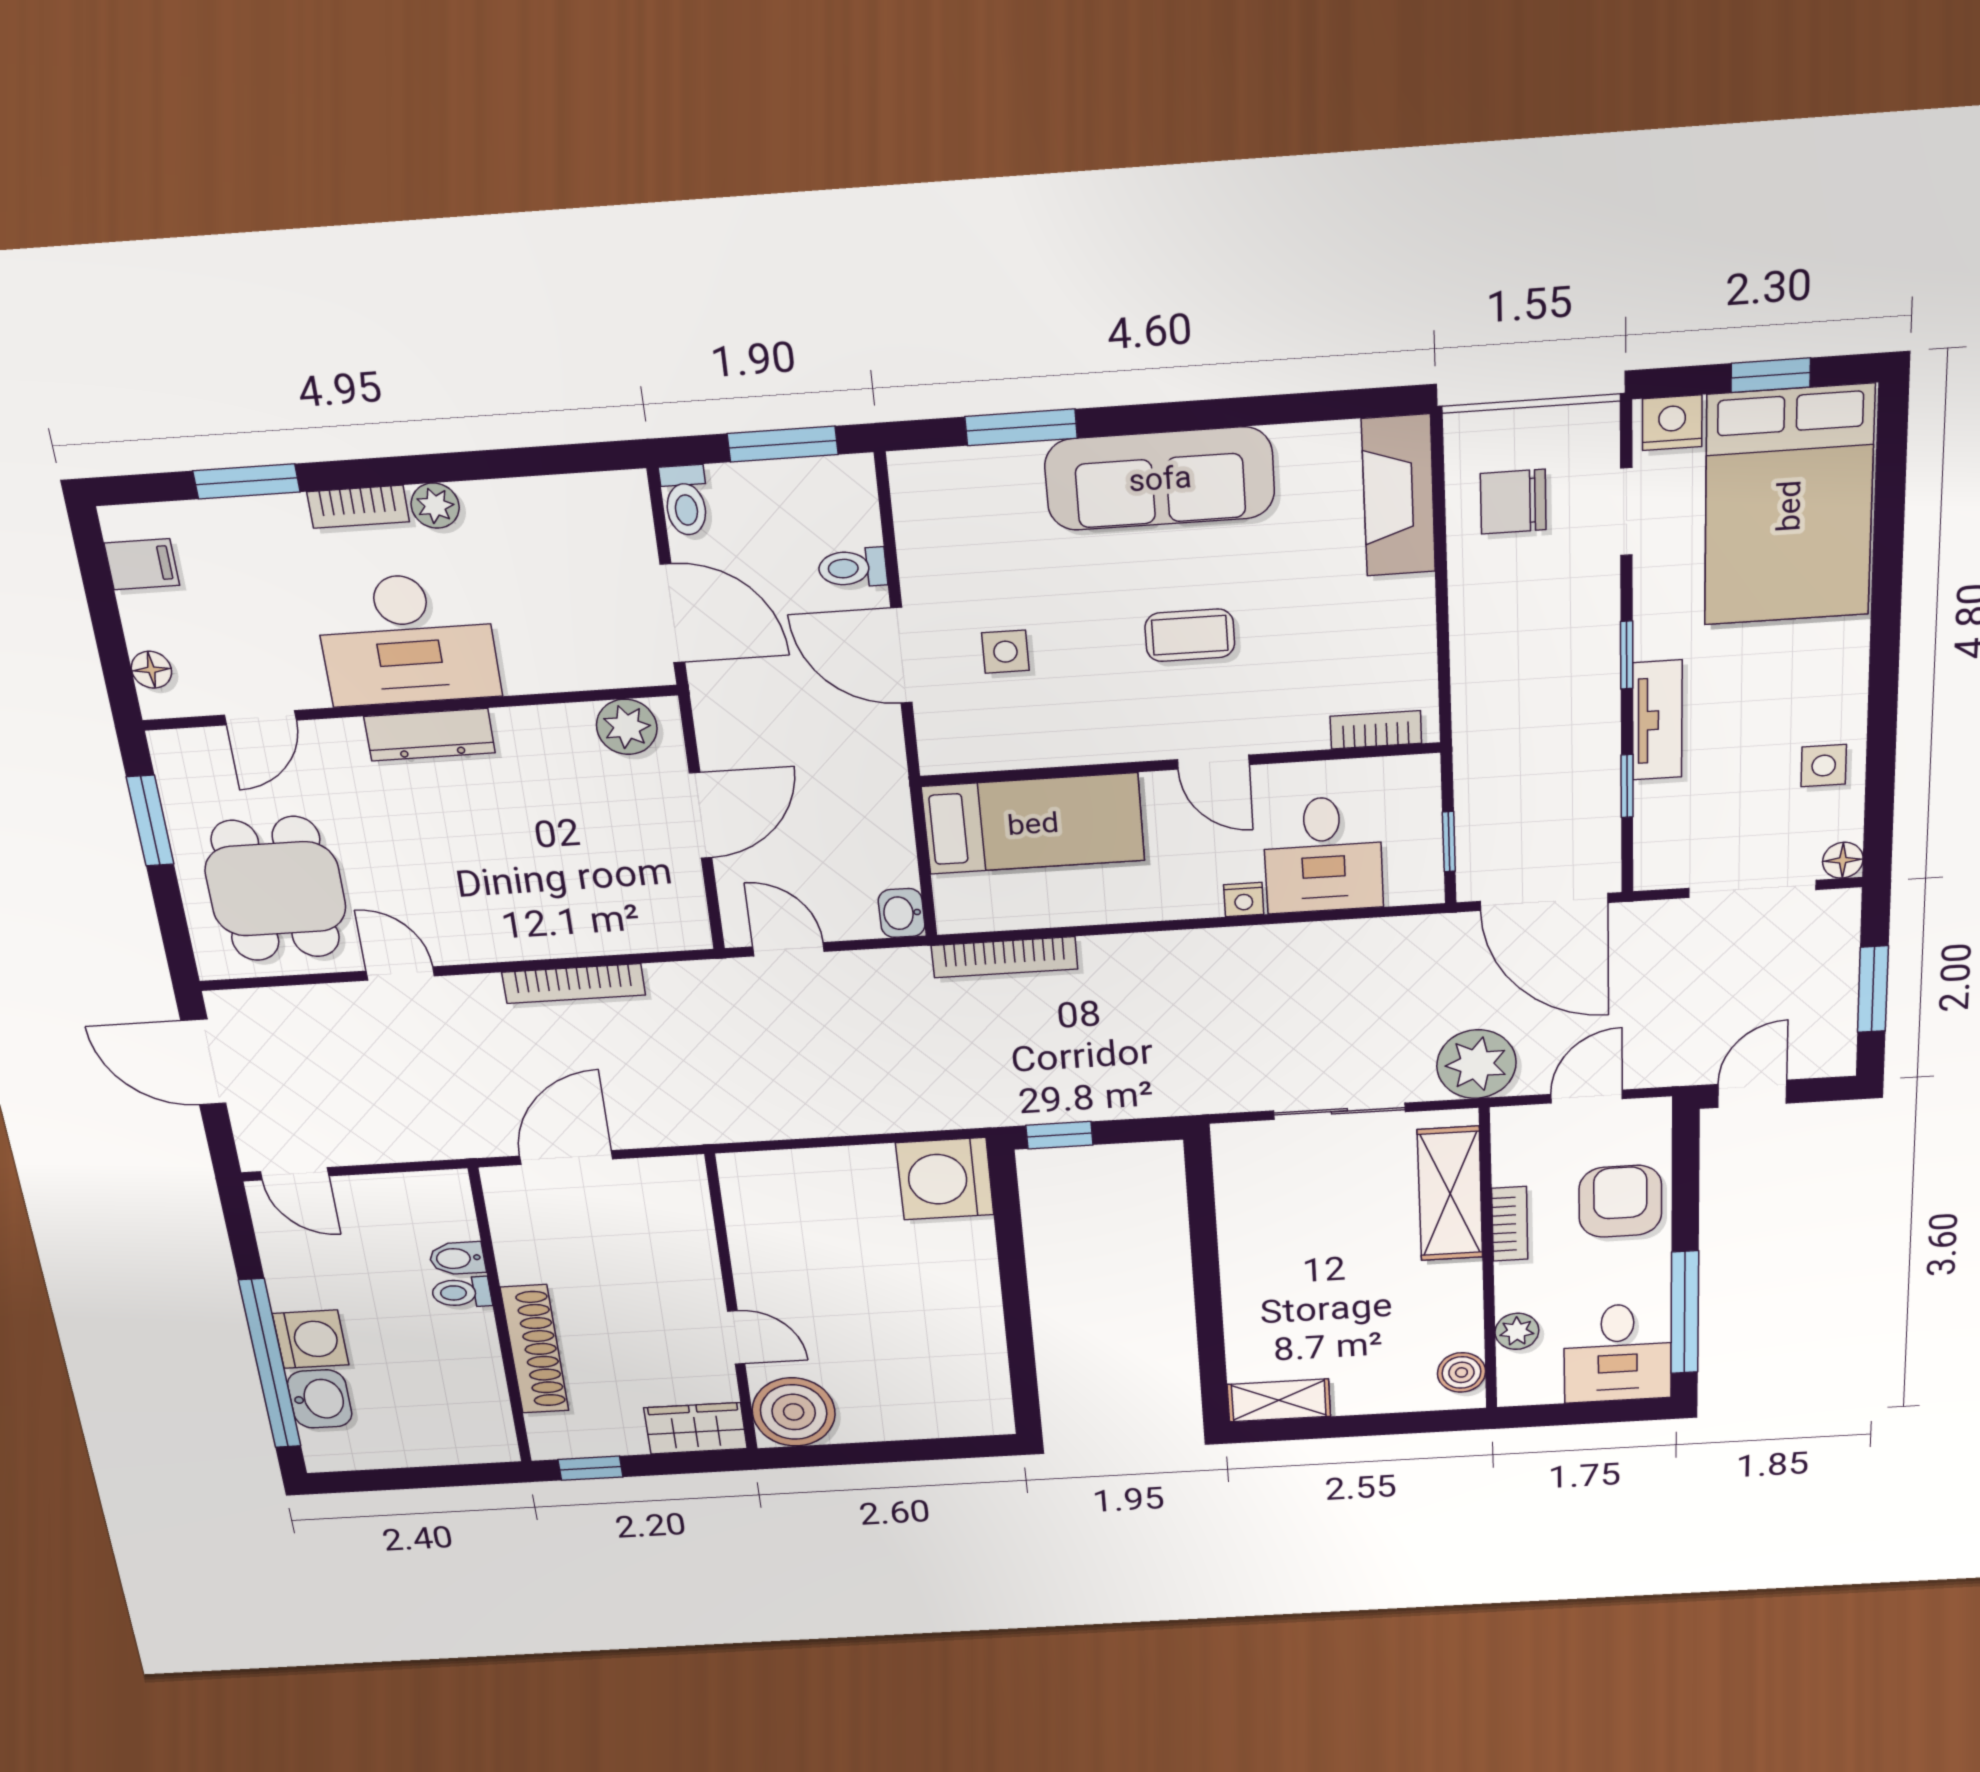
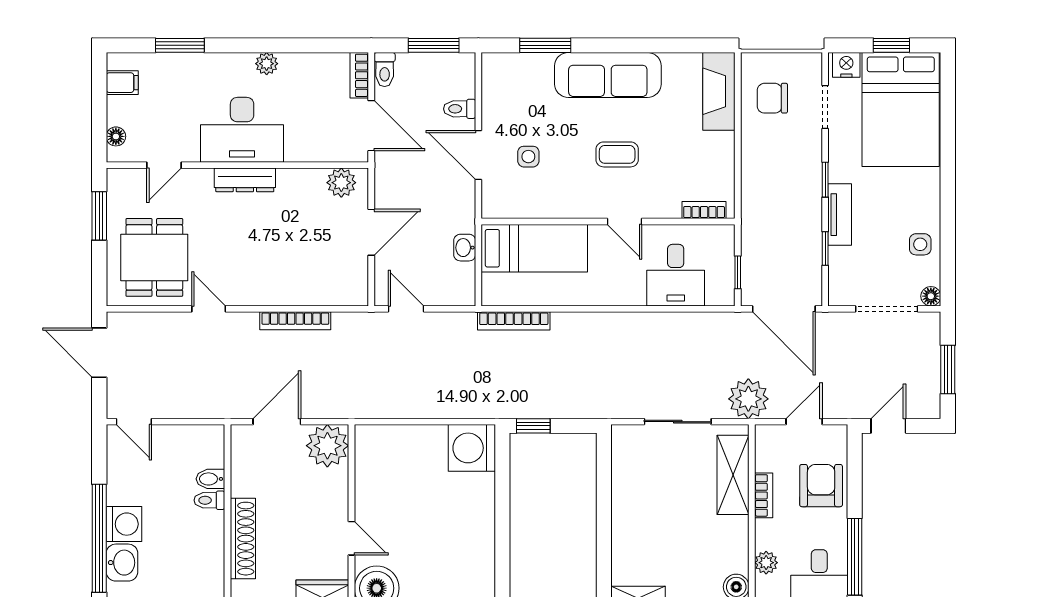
bookcase: (358, 507) -> (359, 75), moved, turned 90
nightstand: (1244, 900) -> (635, 297), removed
washbasin: (902, 913) -> (465, 248), moved
plant: (669, 1192) -> (327, 446), added

